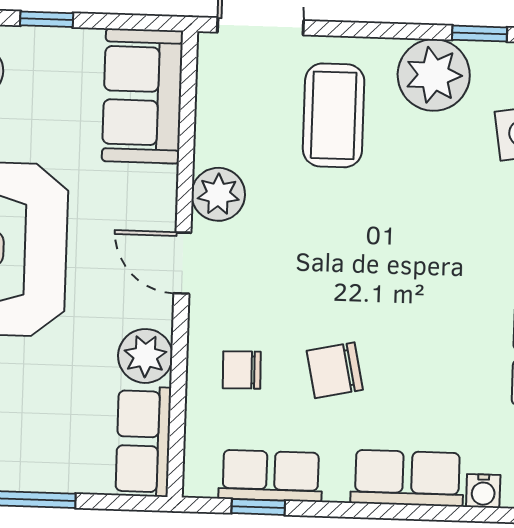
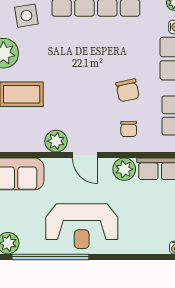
door: (182, 263) -> (85, 155), hinge flipped

